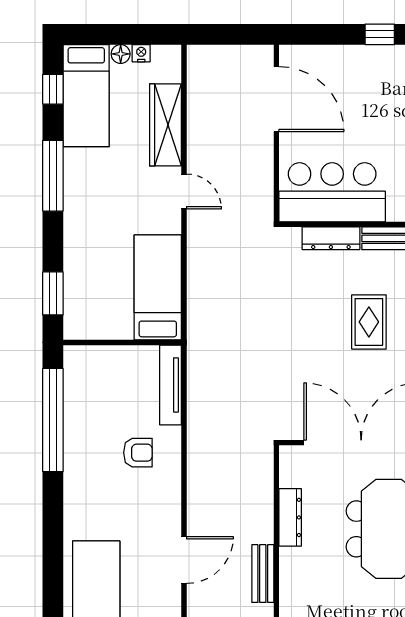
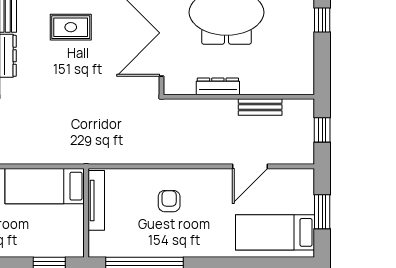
tv unit: (171, 385) -> (96, 200), moved, turned -90
door: (184, 560) -> (250, 166), swing flipped

